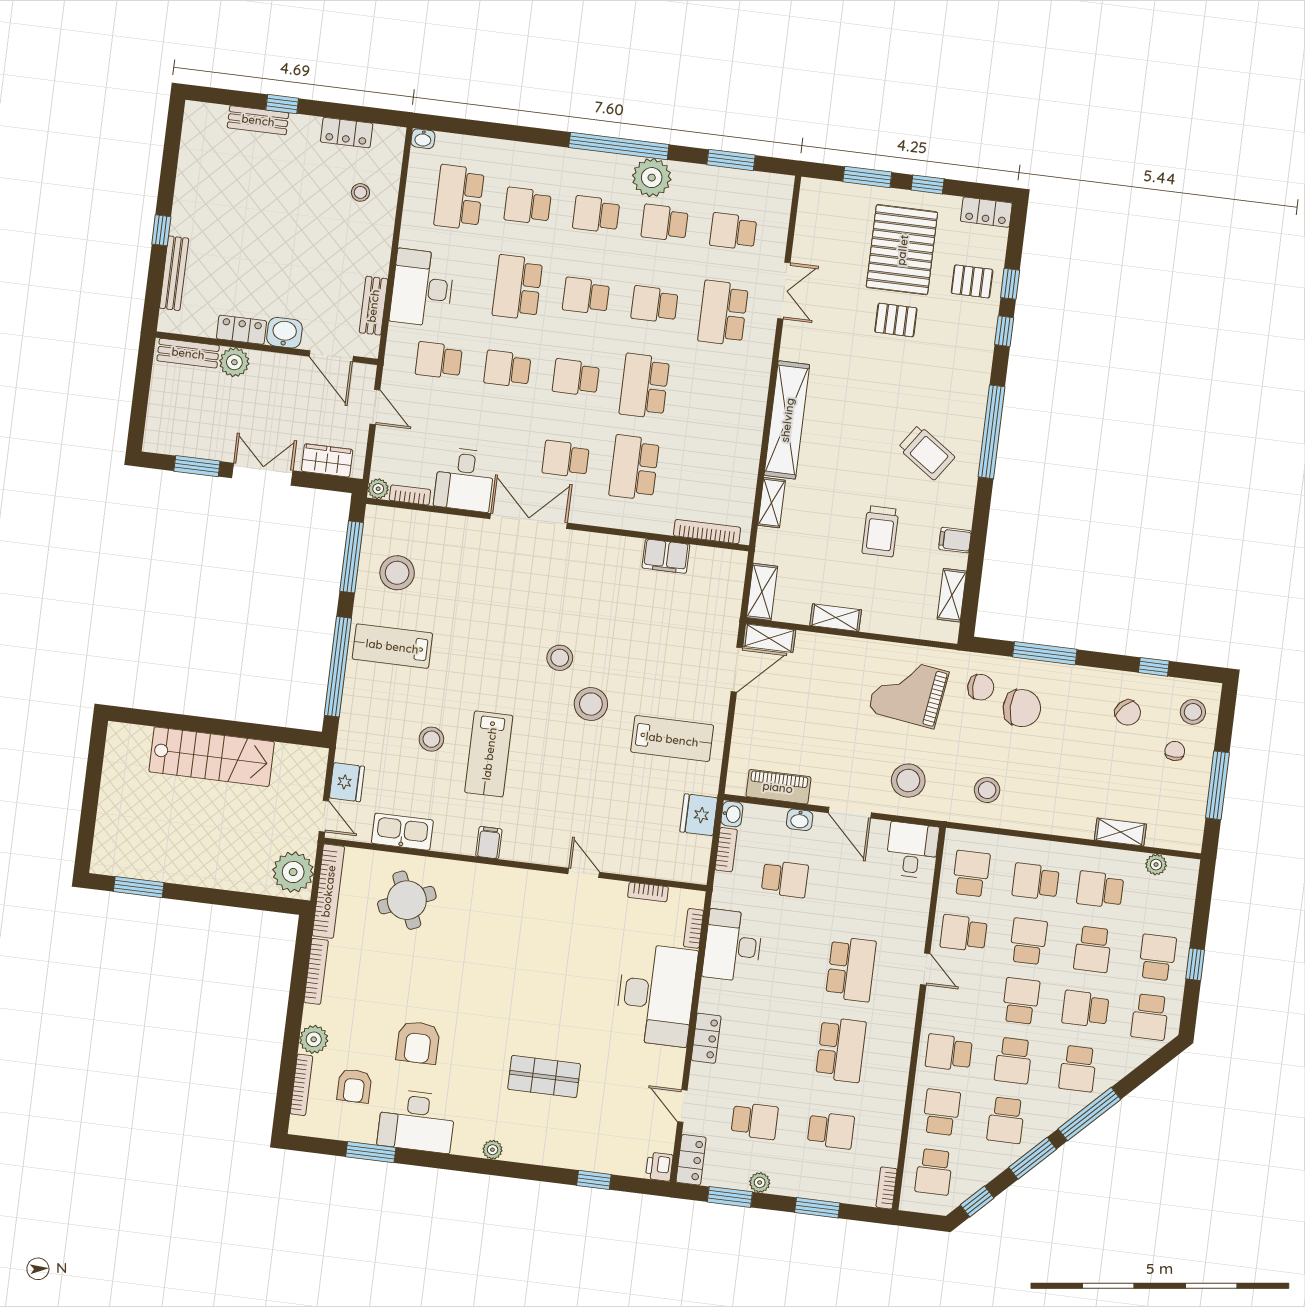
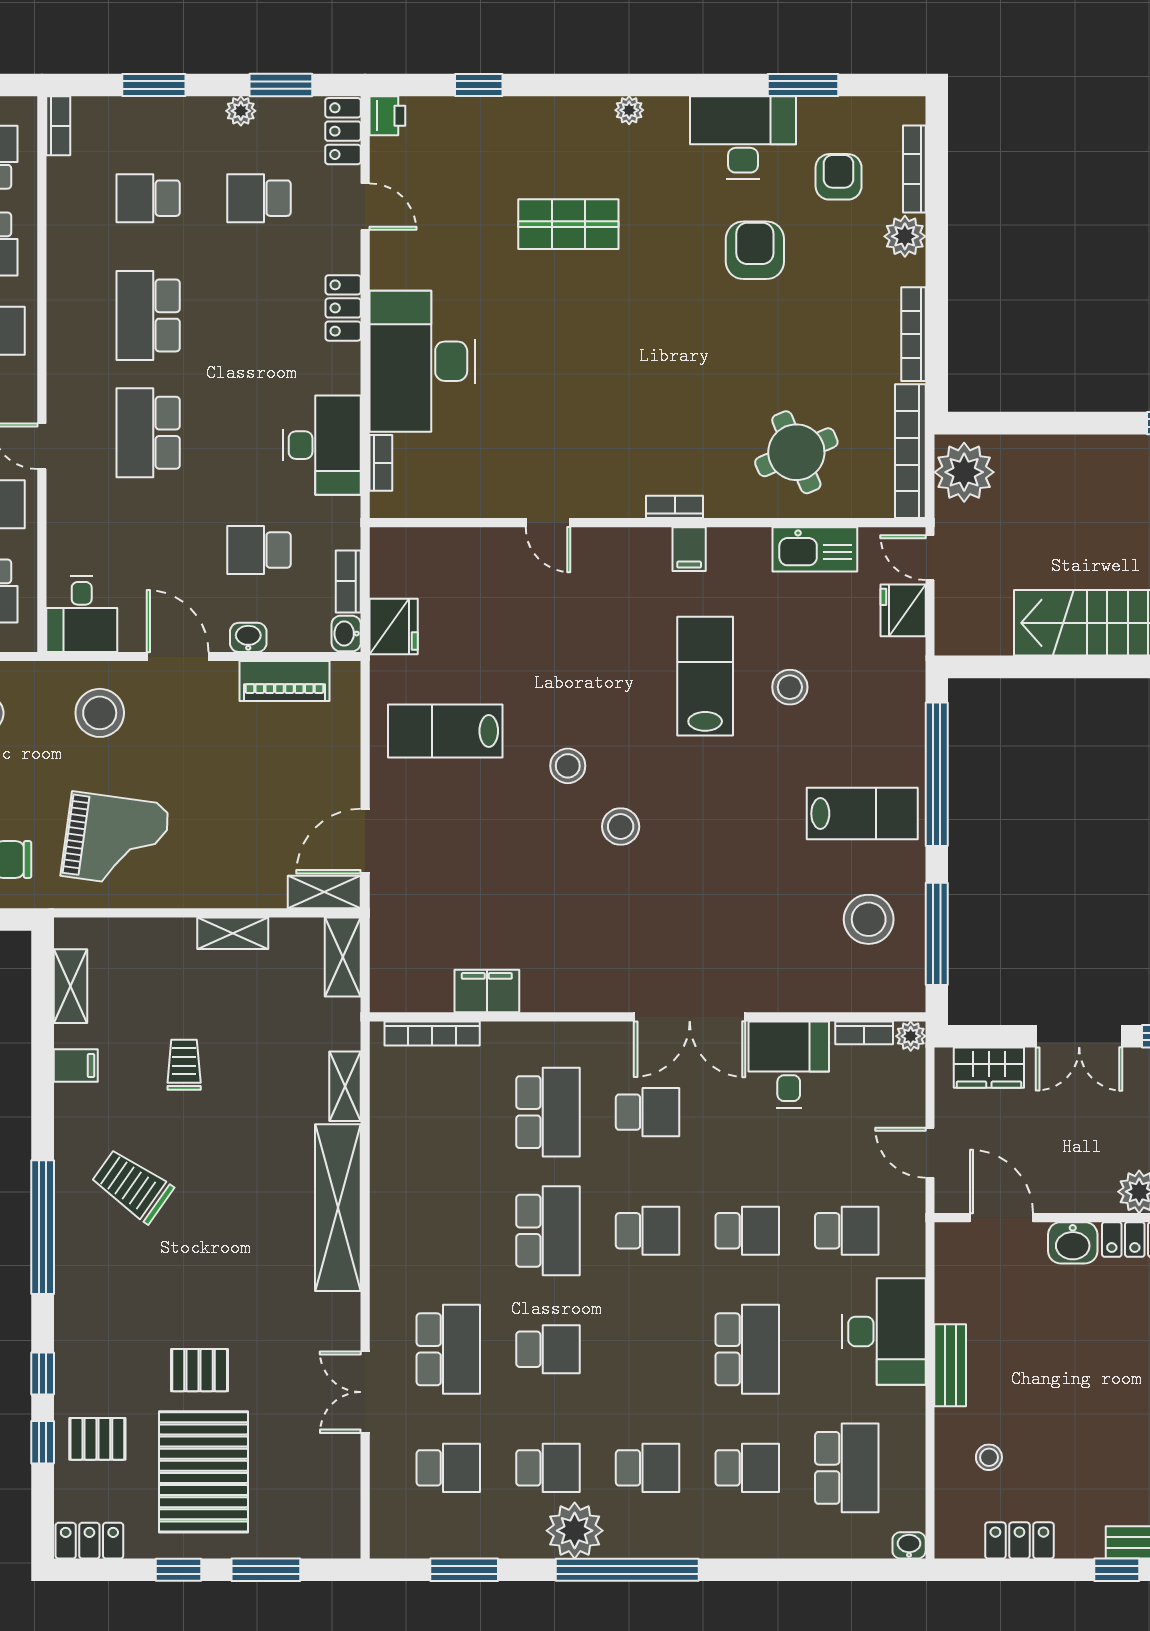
school desk: (586, 296) -> (648, 1349), removed
bench: (373, 306) -> (950, 1365), moved
trolley: (880, 531) -> (184, 1065), width x0.73, depth x0.72
stool: (591, 704) -> (568, 766), width x0.73, depth x0.73
bookcase: (648, 892) -> (675, 507), moved

